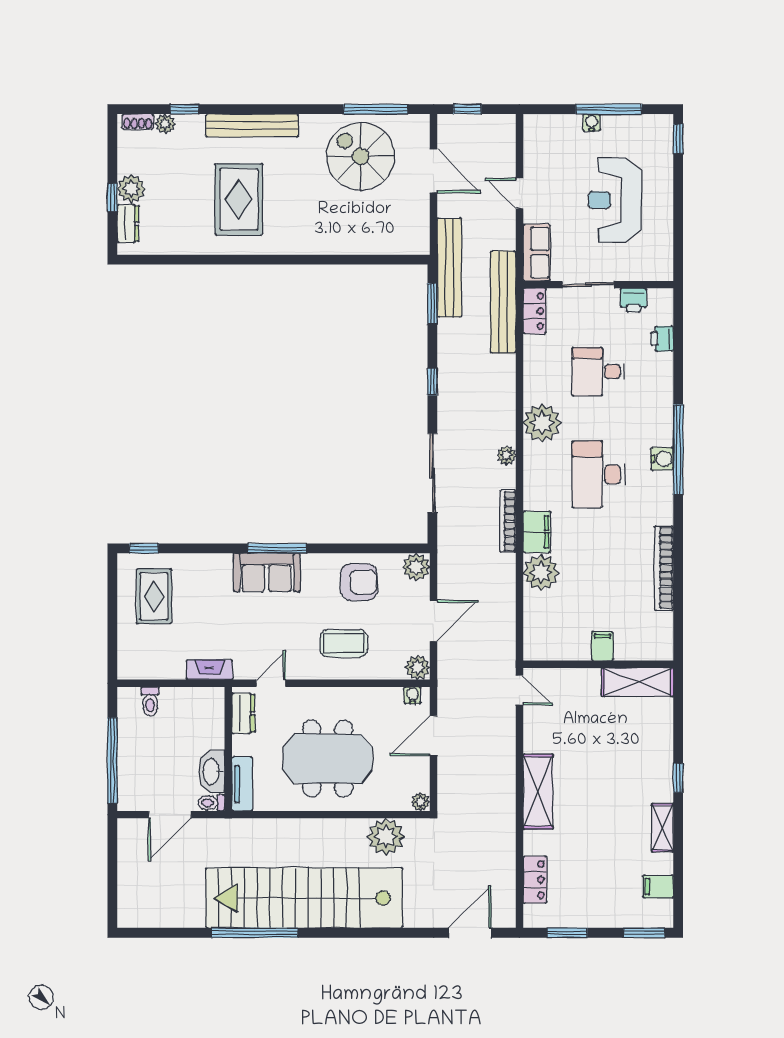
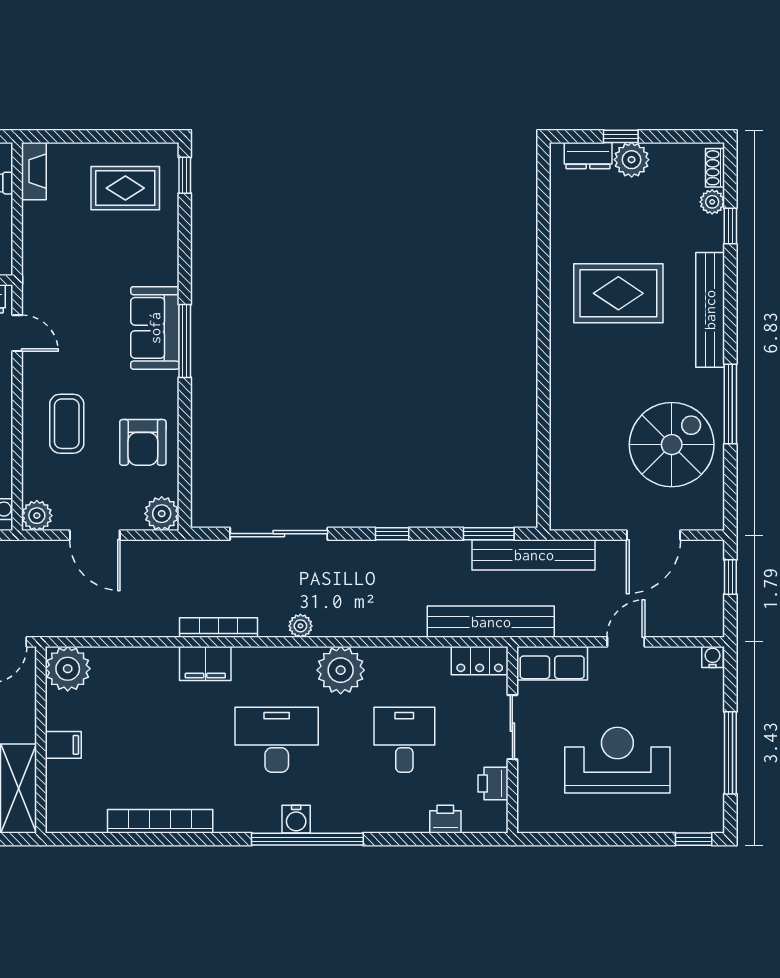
window: (376, 109) -> (730, 404), moved
water cooler: (592, 122) -> (713, 657), moved, turned -90
plant: (541, 572) -> (68, 669), moved
fireplace: (209, 670) -> (34, 171), moved

